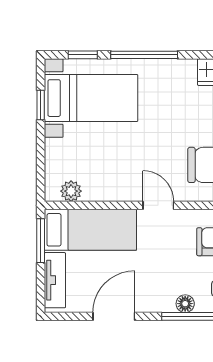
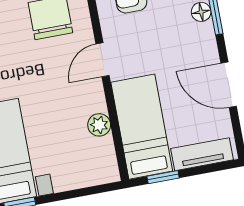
plant: (71, 191) -> (99, 125), moved
window: (41, 241) -> (163, 177), width x0.67

